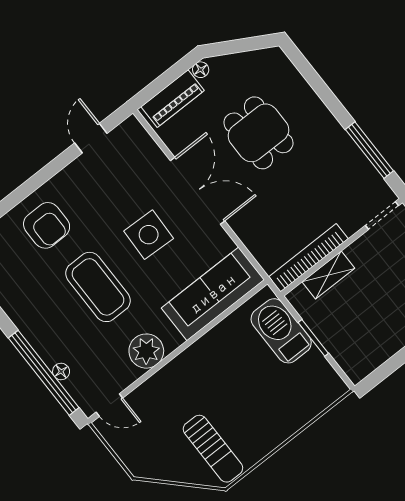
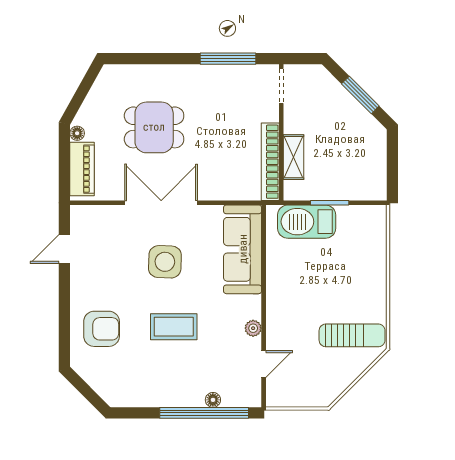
door: (91, 138) -> (64, 249), hinge flipped
coffee table: (98, 287) -> (174, 327), width x0.73, depth x0.76
plant: (146, 351) -> (253, 328), width x0.53, depth x0.53
door: (109, 405) -> (264, 364), moved

